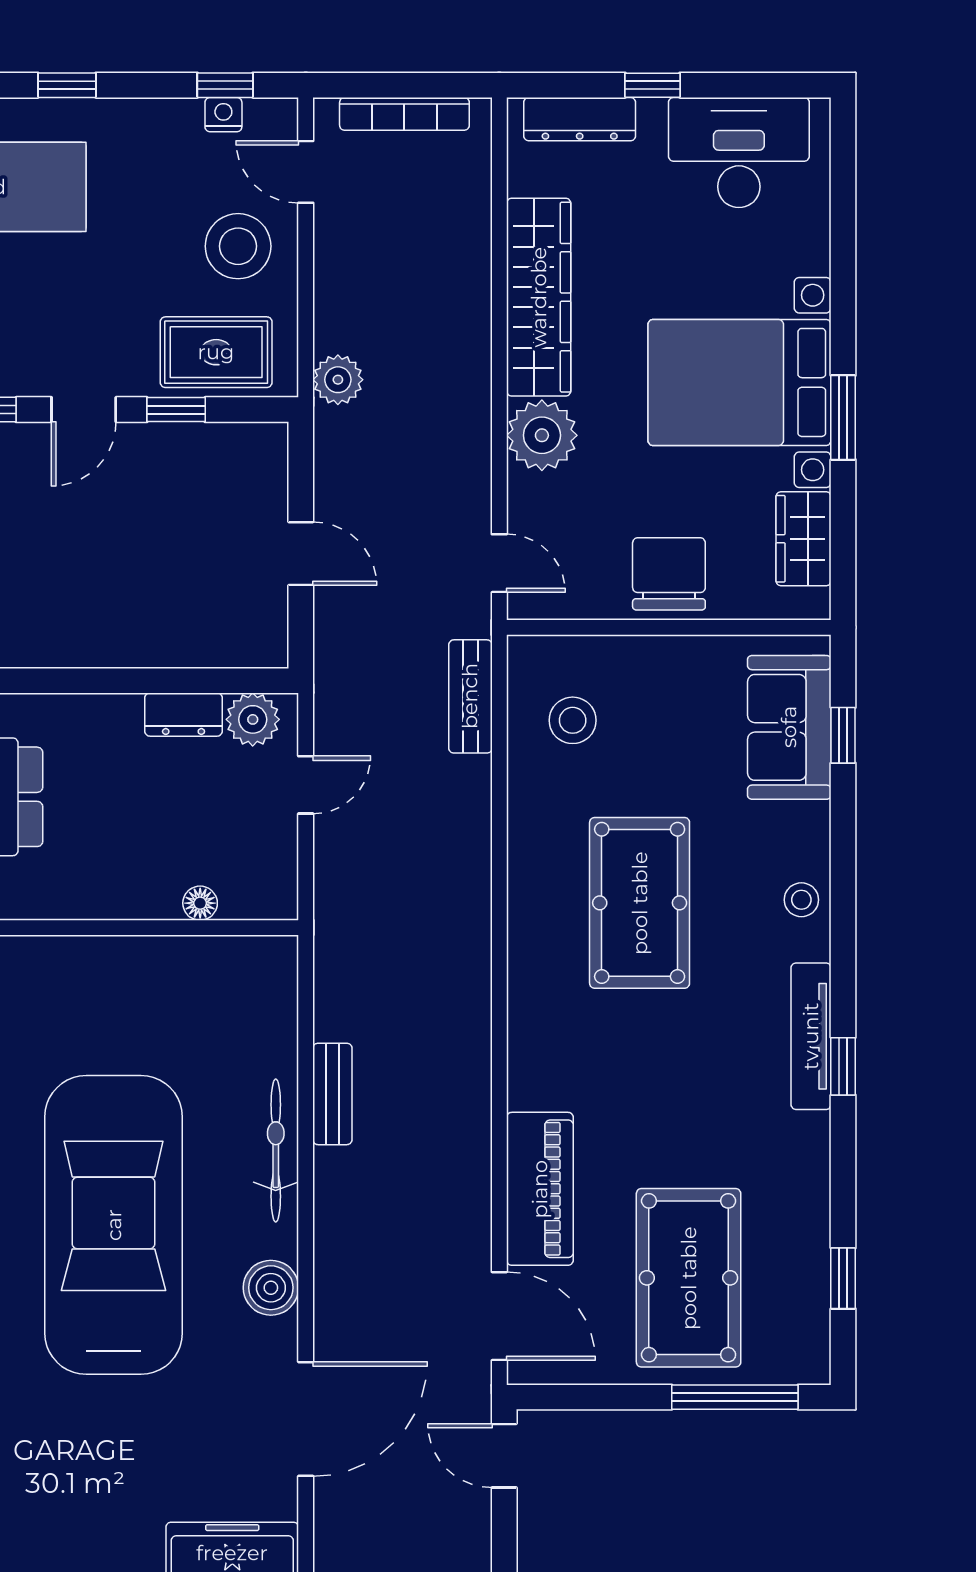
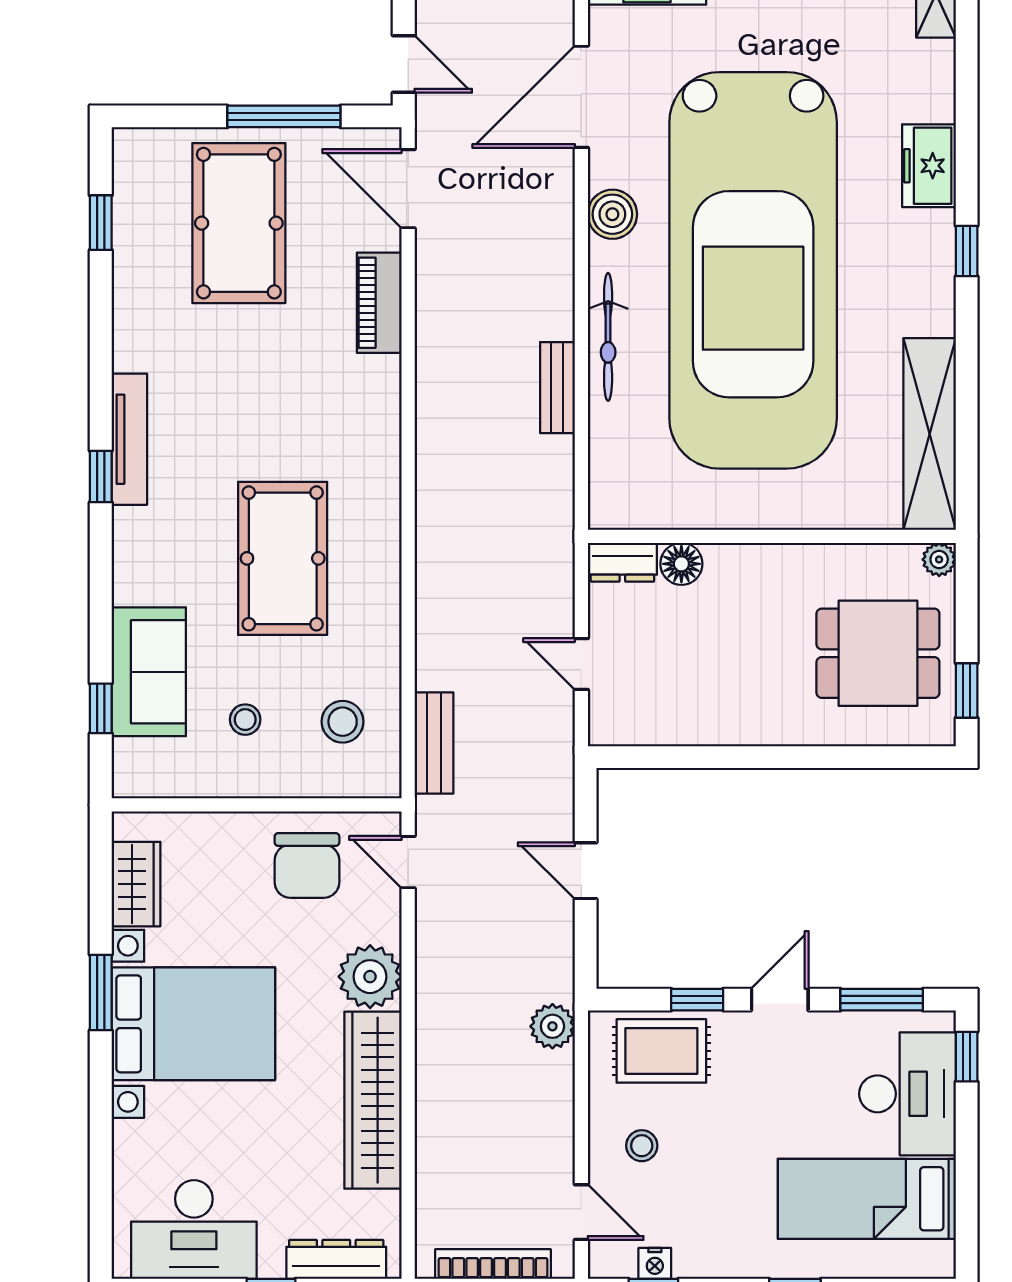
stool: (238, 246) -> (642, 1146), width x0.53, depth x0.53
chair: (669, 574) -> (307, 865), moved
dresser: (184, 715) -> (622, 562), moved, turned 180
plant: (253, 719) -> (629, 722), removed
sofa: (789, 727) -> (149, 672), moved
door: (306, 785) -> (581, 664), hinge flipped
stool: (801, 900) -> (245, 720), moved
floor lamp: (200, 903) -> (681, 564), width x1.37, depth x1.37
window: (843, 1066) -> (101, 477), moved
piano: (540, 1189) -> (379, 303), width x0.73, depth x0.75
car: (114, 1225) -> (753, 270), width x1.36, depth x1.48
window: (735, 1397) -> (284, 116), moved

